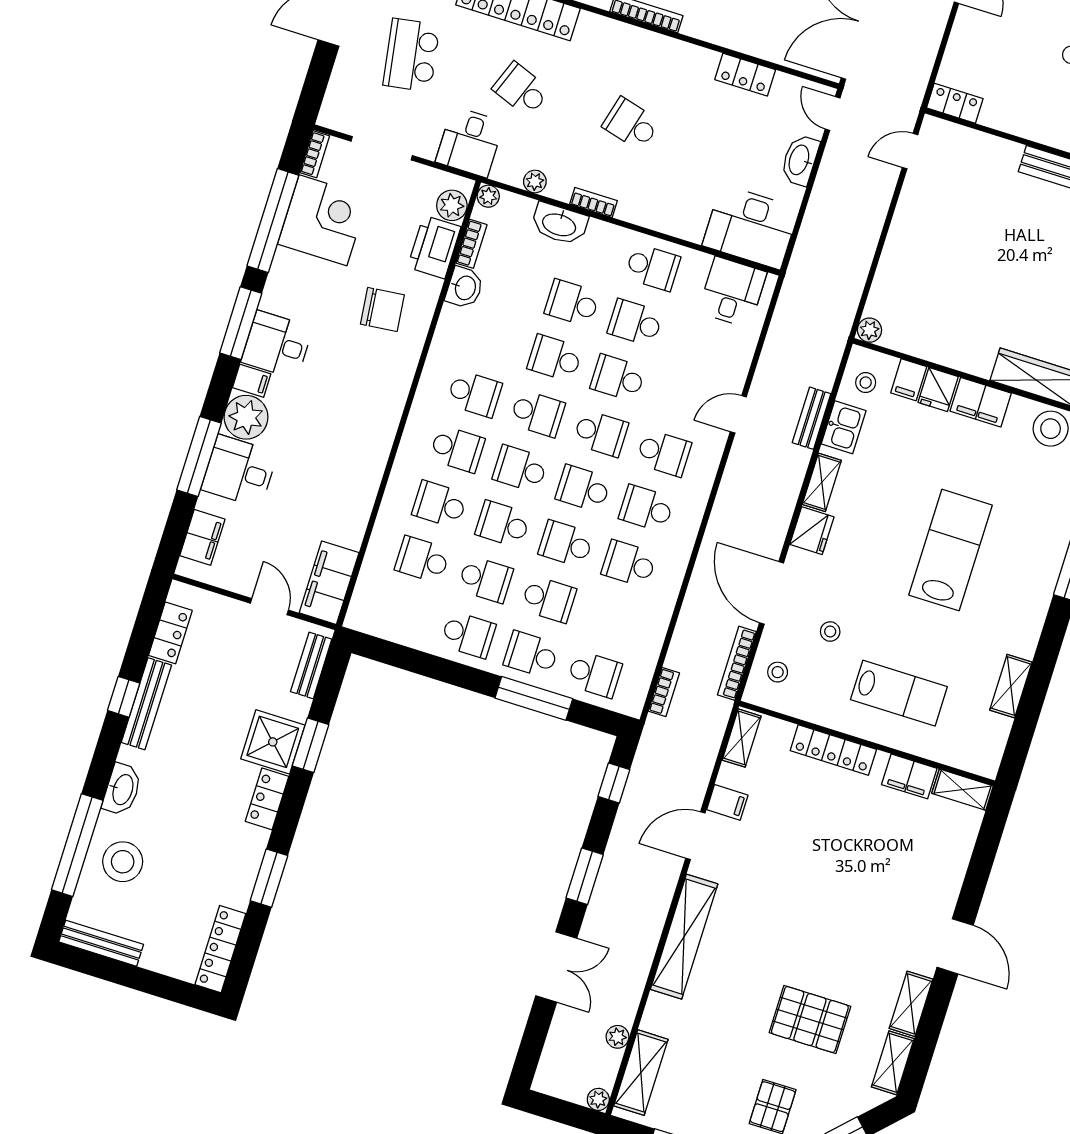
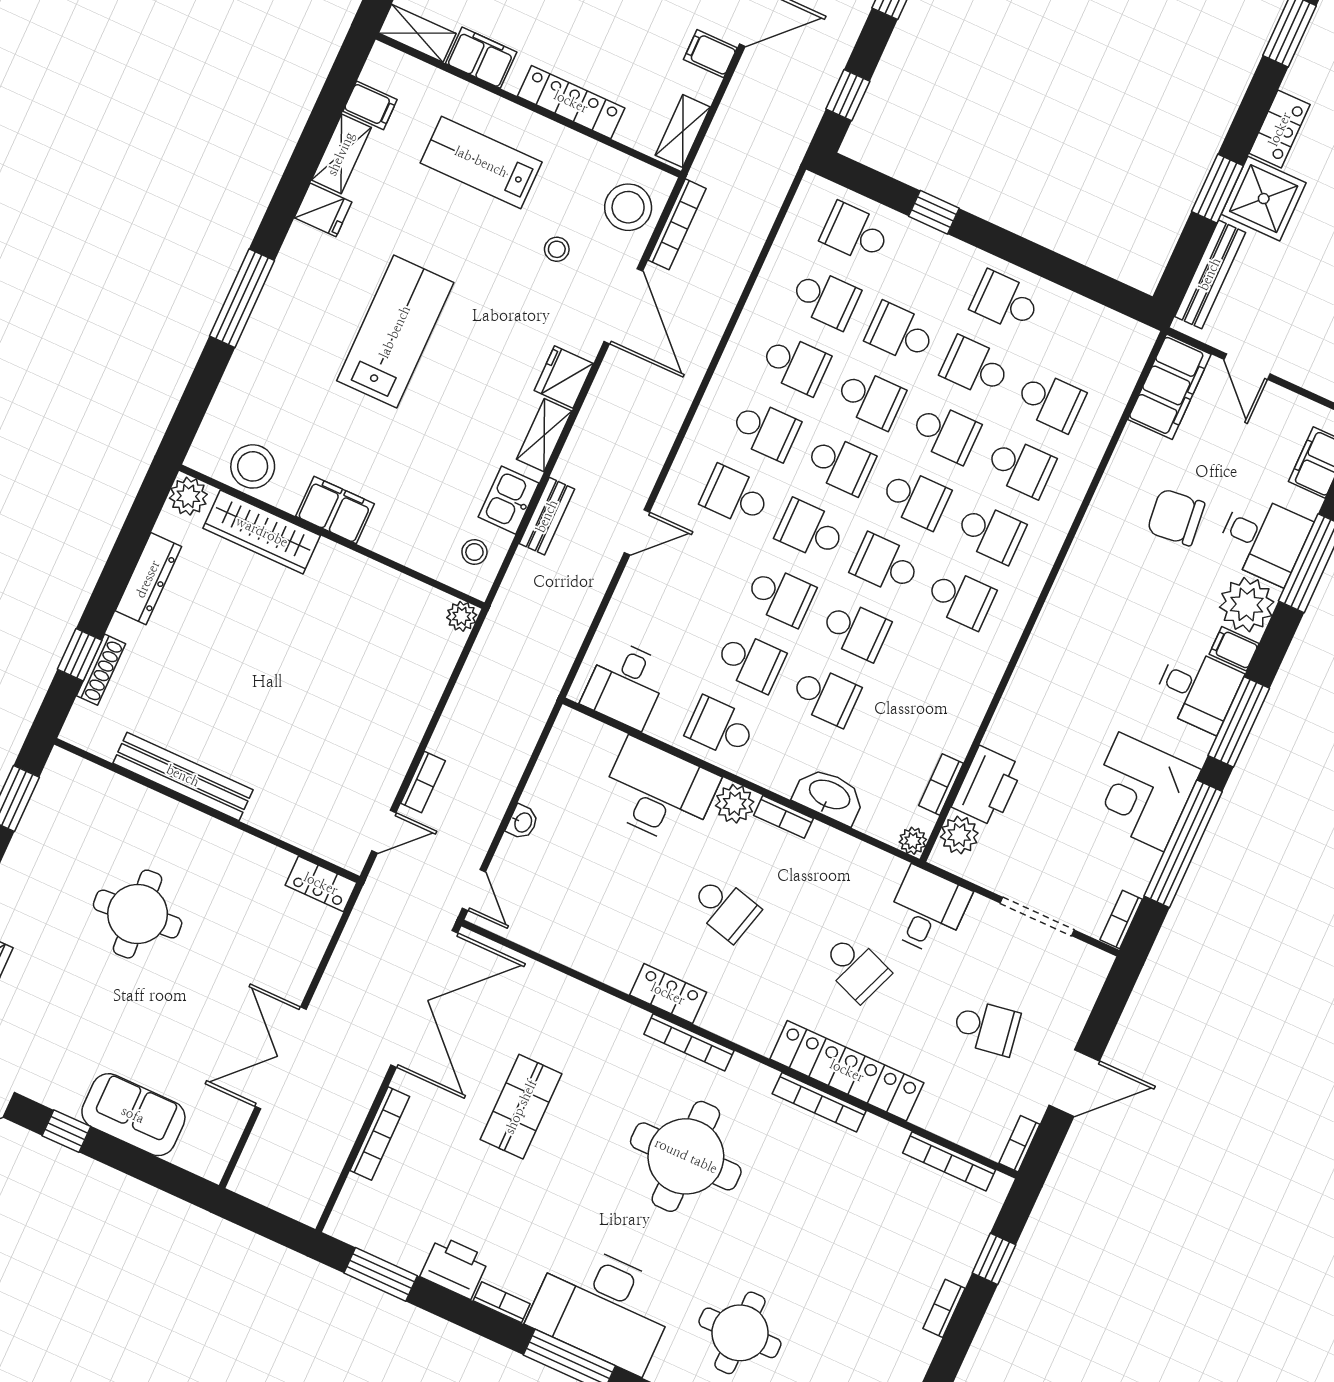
school desk: (411, 55) -> (986, 1027), width x0.54
locker: (745, 75) -> (668, 994), moved
washbasin: (800, 160) -> (523, 822), width x0.52, depth x0.69
plant: (535, 181) -> (735, 804), moved, width x1.38, depth x1.38
corner desk: (323, 220) -> (1141, 792), moved
desk: (751, 227) -> (659, 792), moved
washbasin: (465, 288) -> (956, 731), removed
chair: (382, 309) -> (1176, 517), moved
filing cabinet: (909, 380) -> (370, 105), moved, turned 90
fridge: (938, 390) -> (323, 210), moved, turned 90
school desk: (474, 394) -> (960, 598), turned 180
school desk: (457, 449) -> (990, 533), turned 180
lab bench: (950, 550) -> (395, 332), turned 180
school desk: (531, 654) -> (825, 299), moved
bench: (311, 665) -> (1210, 274), width x1.36
stool: (778, 672) -> (628, 207), width x1.89, depth x1.89
bookcase: (664, 692) -> (423, 782), moved, turned 180
window: (534, 698) -> (934, 212), width x0.46

